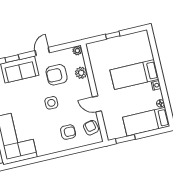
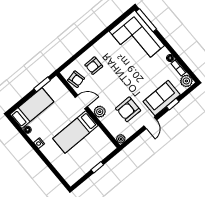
plant: (81, 73) -> (100, 112), moved
armchair: (57, 75) -> (128, 109), turned 180
bed: (134, 75) -> (75, 132), moved, turned 180
side table: (51, 103) -> (120, 83), removed

